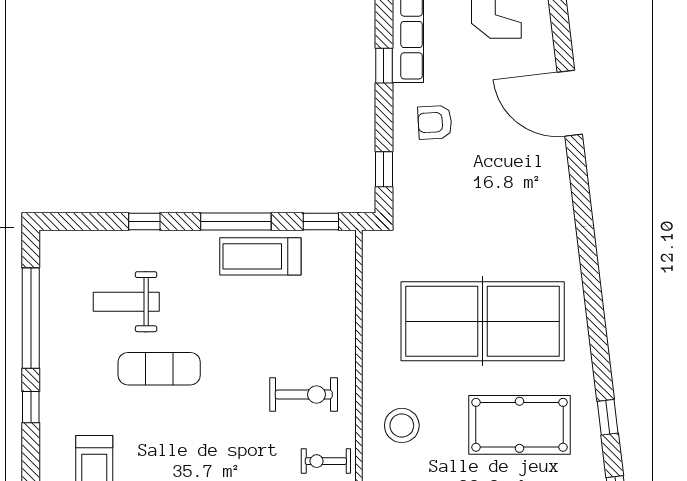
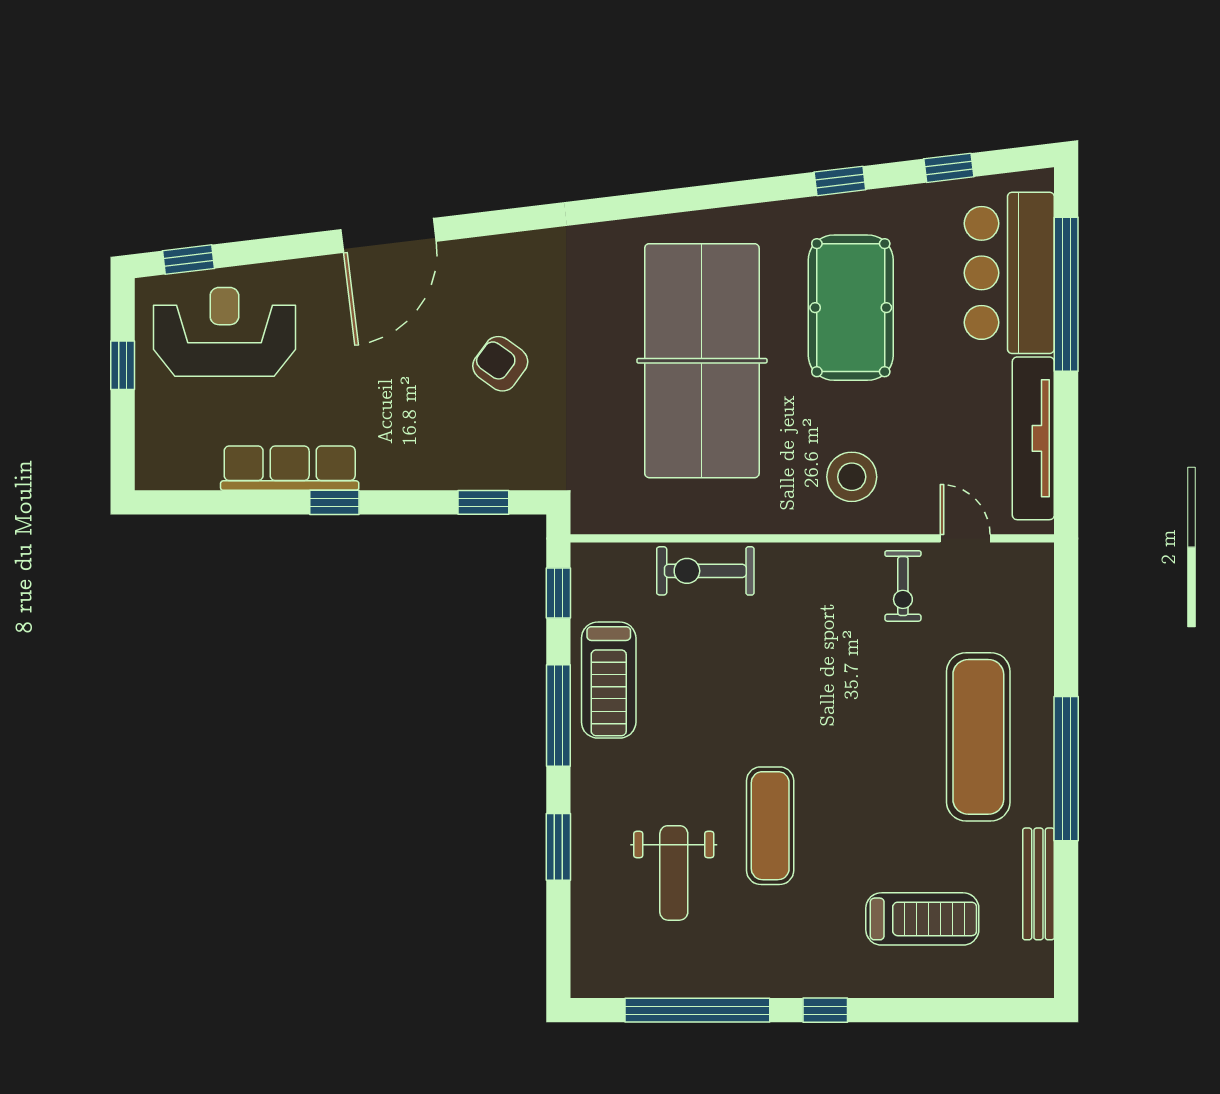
armchair: (435, 122) -> (500, 364), moved, turned 129
window: (144, 221) -> (558, 847), width x1.50
exercise bike: (304, 395) -> (705, 571), moved, turned -90

